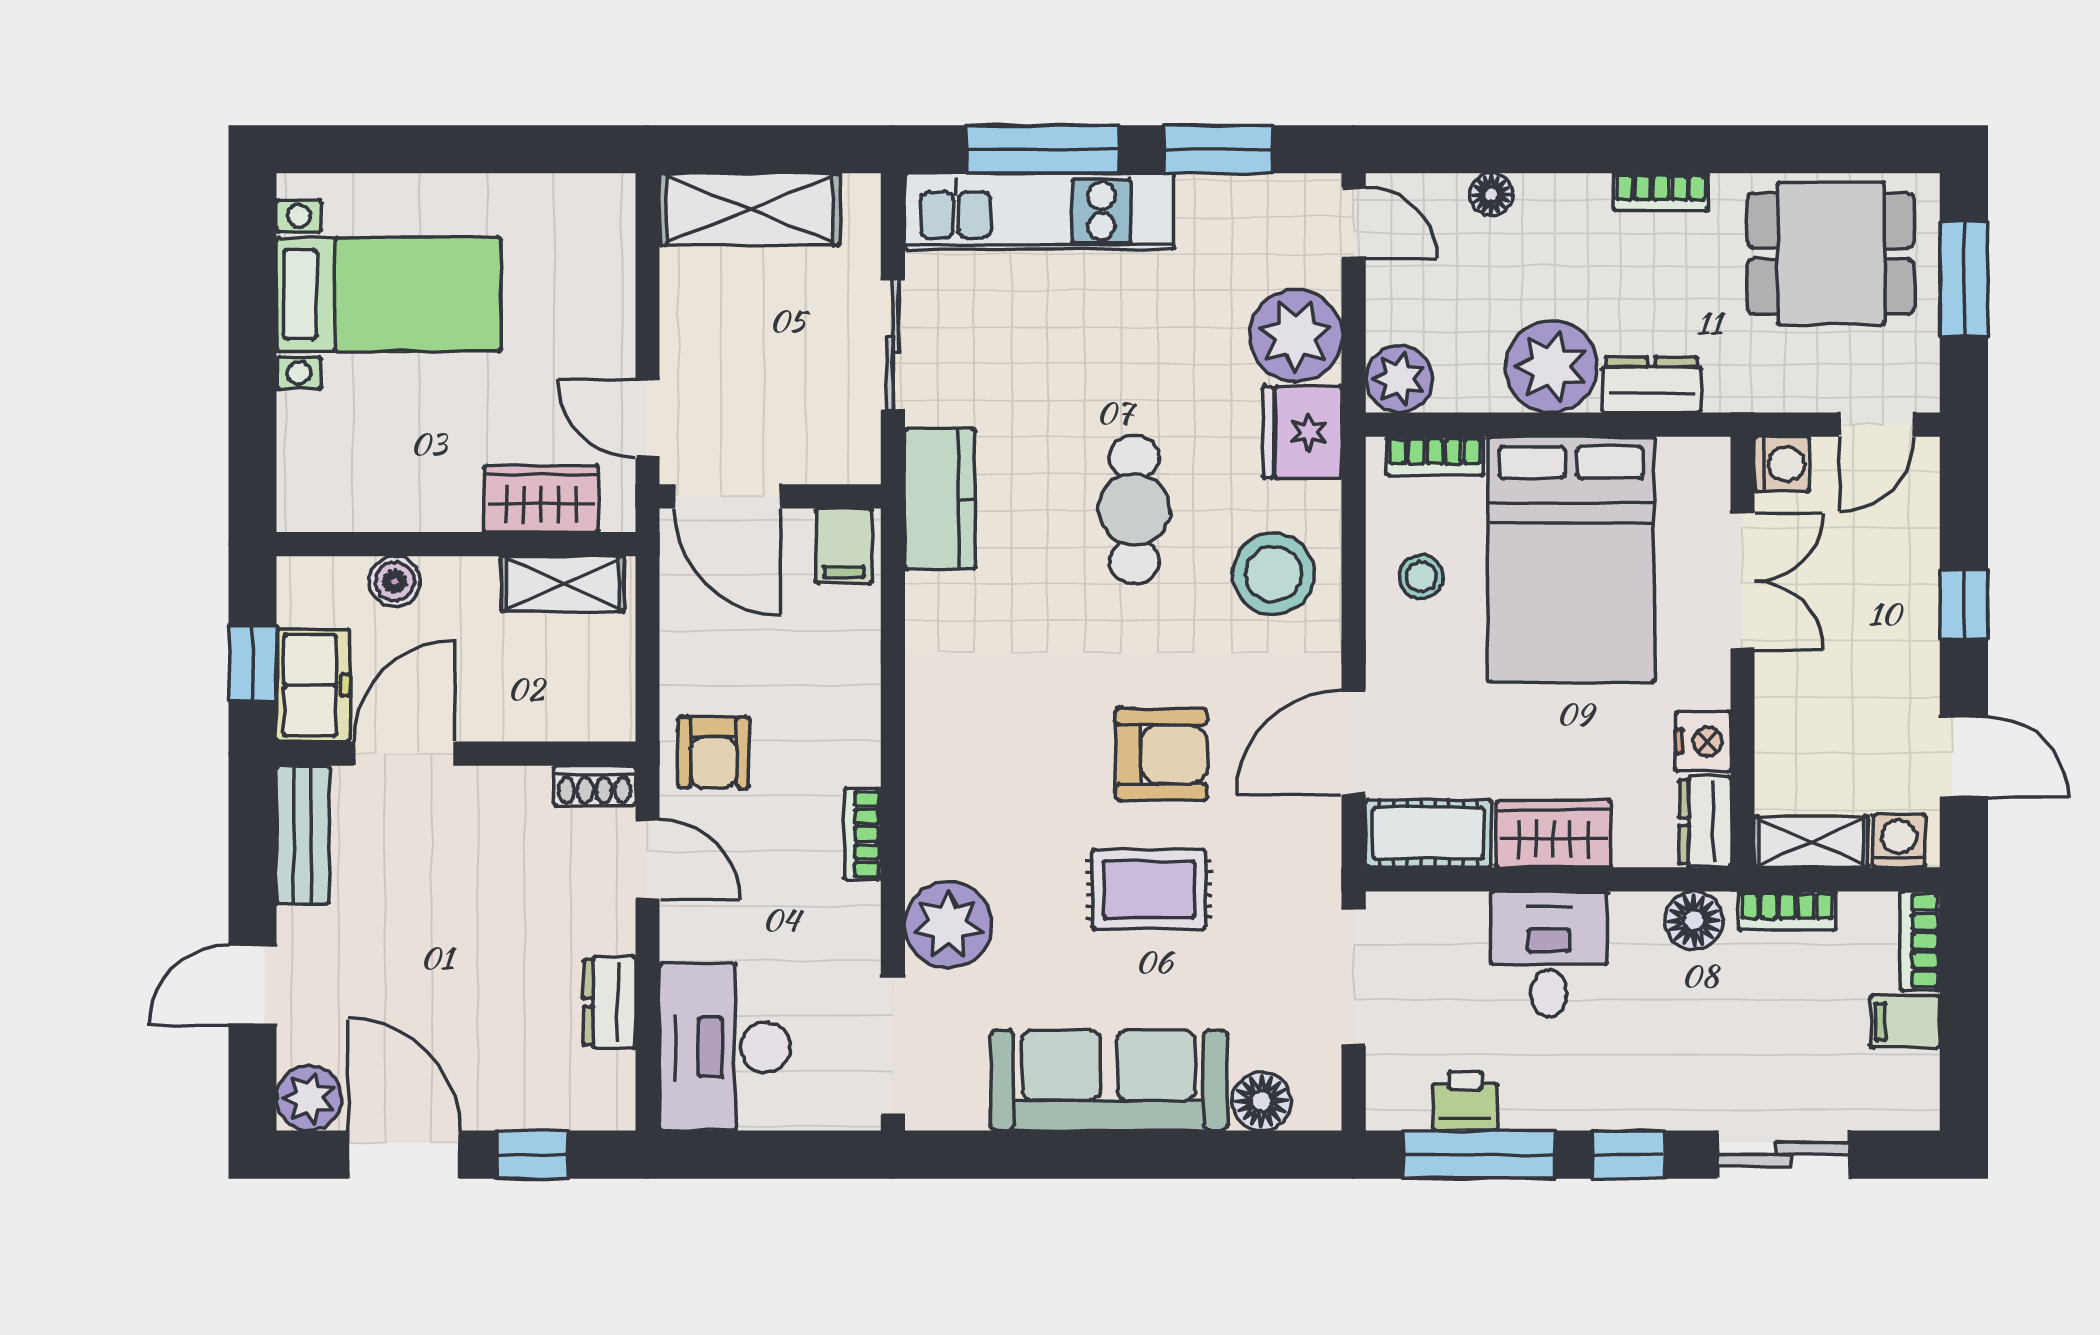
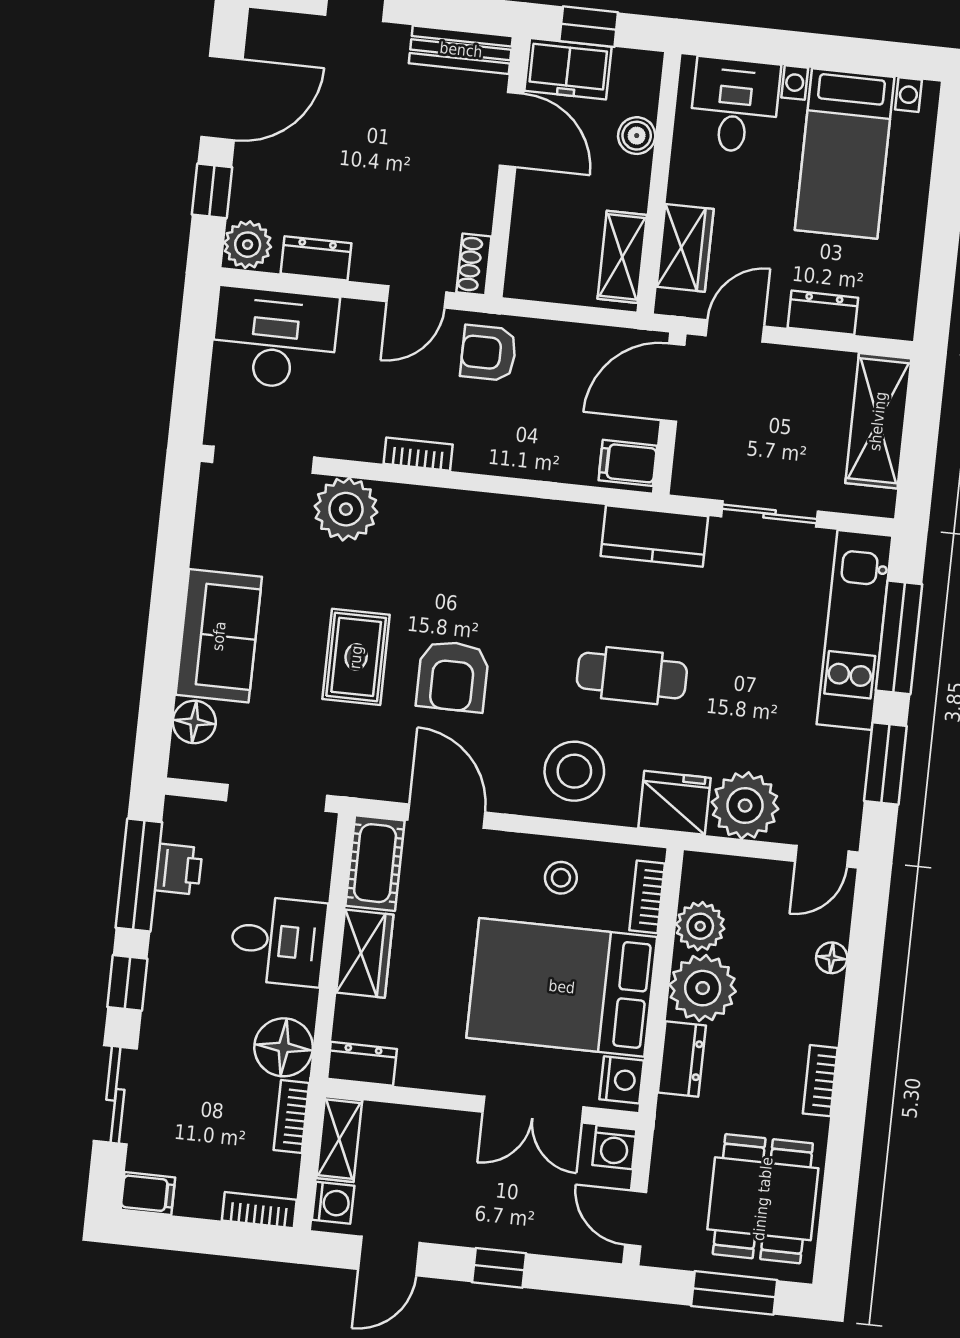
dresser: (610, 301) -> (823, 313), added
plant: (1399, 379) -> (700, 926), moved
desk: (339, 452) -> (735, 105), added
nightstand: (1703, 741) -> (622, 1080), moved, turned -90
floor lamp: (1694, 920) -> (284, 1047), width x1.38, depth x1.38
filing cabinet: (1905, 1022) -> (148, 1194), moved, turned 90
sofa: (1109, 1080) -> (219, 636), width x0.73
plant: (309, 1098) -> (248, 245), moved

